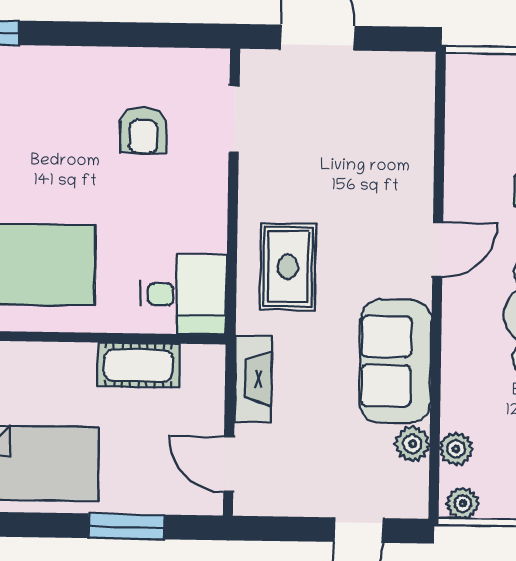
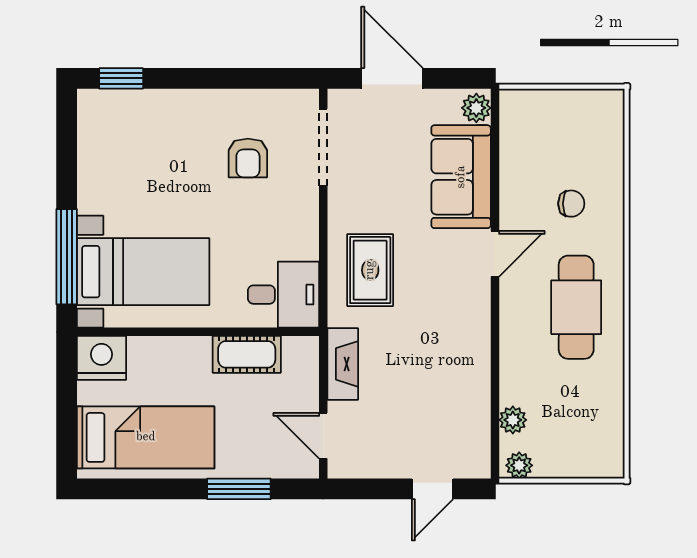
doorway: (234, 119) -> (323, 147), width x1.38
sofa: (395, 361) -> (461, 177), moved
plant: (412, 444) -> (476, 108), moved

